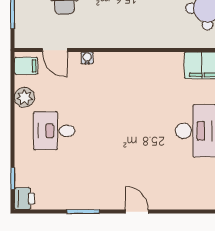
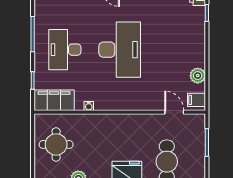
water cooler: (87, 58) -> (89, 106), moved
desk: (54, 131) -> (120, 50), moved, width x1.87, depth x1.30

